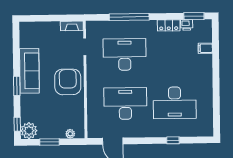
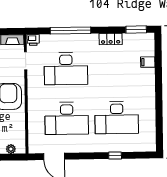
printer: (187, 25) -> (33, 40), moved
desk: (125, 54) -> (66, 69), turned 180
desk: (125, 104) -> (67, 118), turned 180

